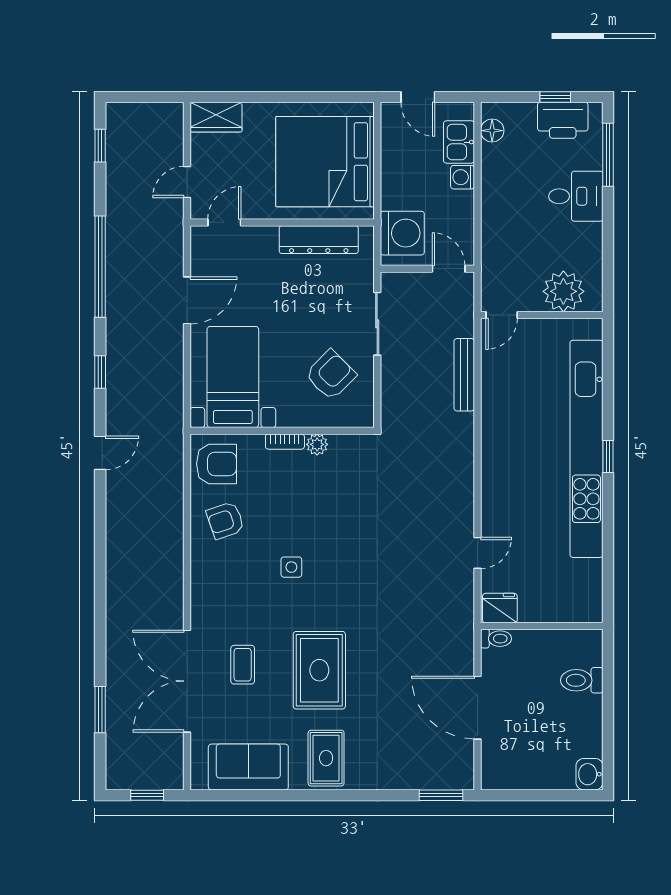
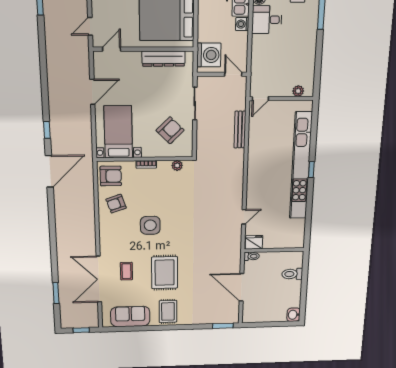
desk: (576, 196) -> (267, 20), moved, turned 180
window: (100, 267) -> (44, 74), removed
plant: (563, 291) -> (298, 91), width x0.53, depth x0.53
plant: (317, 444) -> (177, 165), moved
door: (100, 453) -> (49, 171), width x1.87
side table: (291, 567) -> (150, 225), width x1.87, depth x1.87

